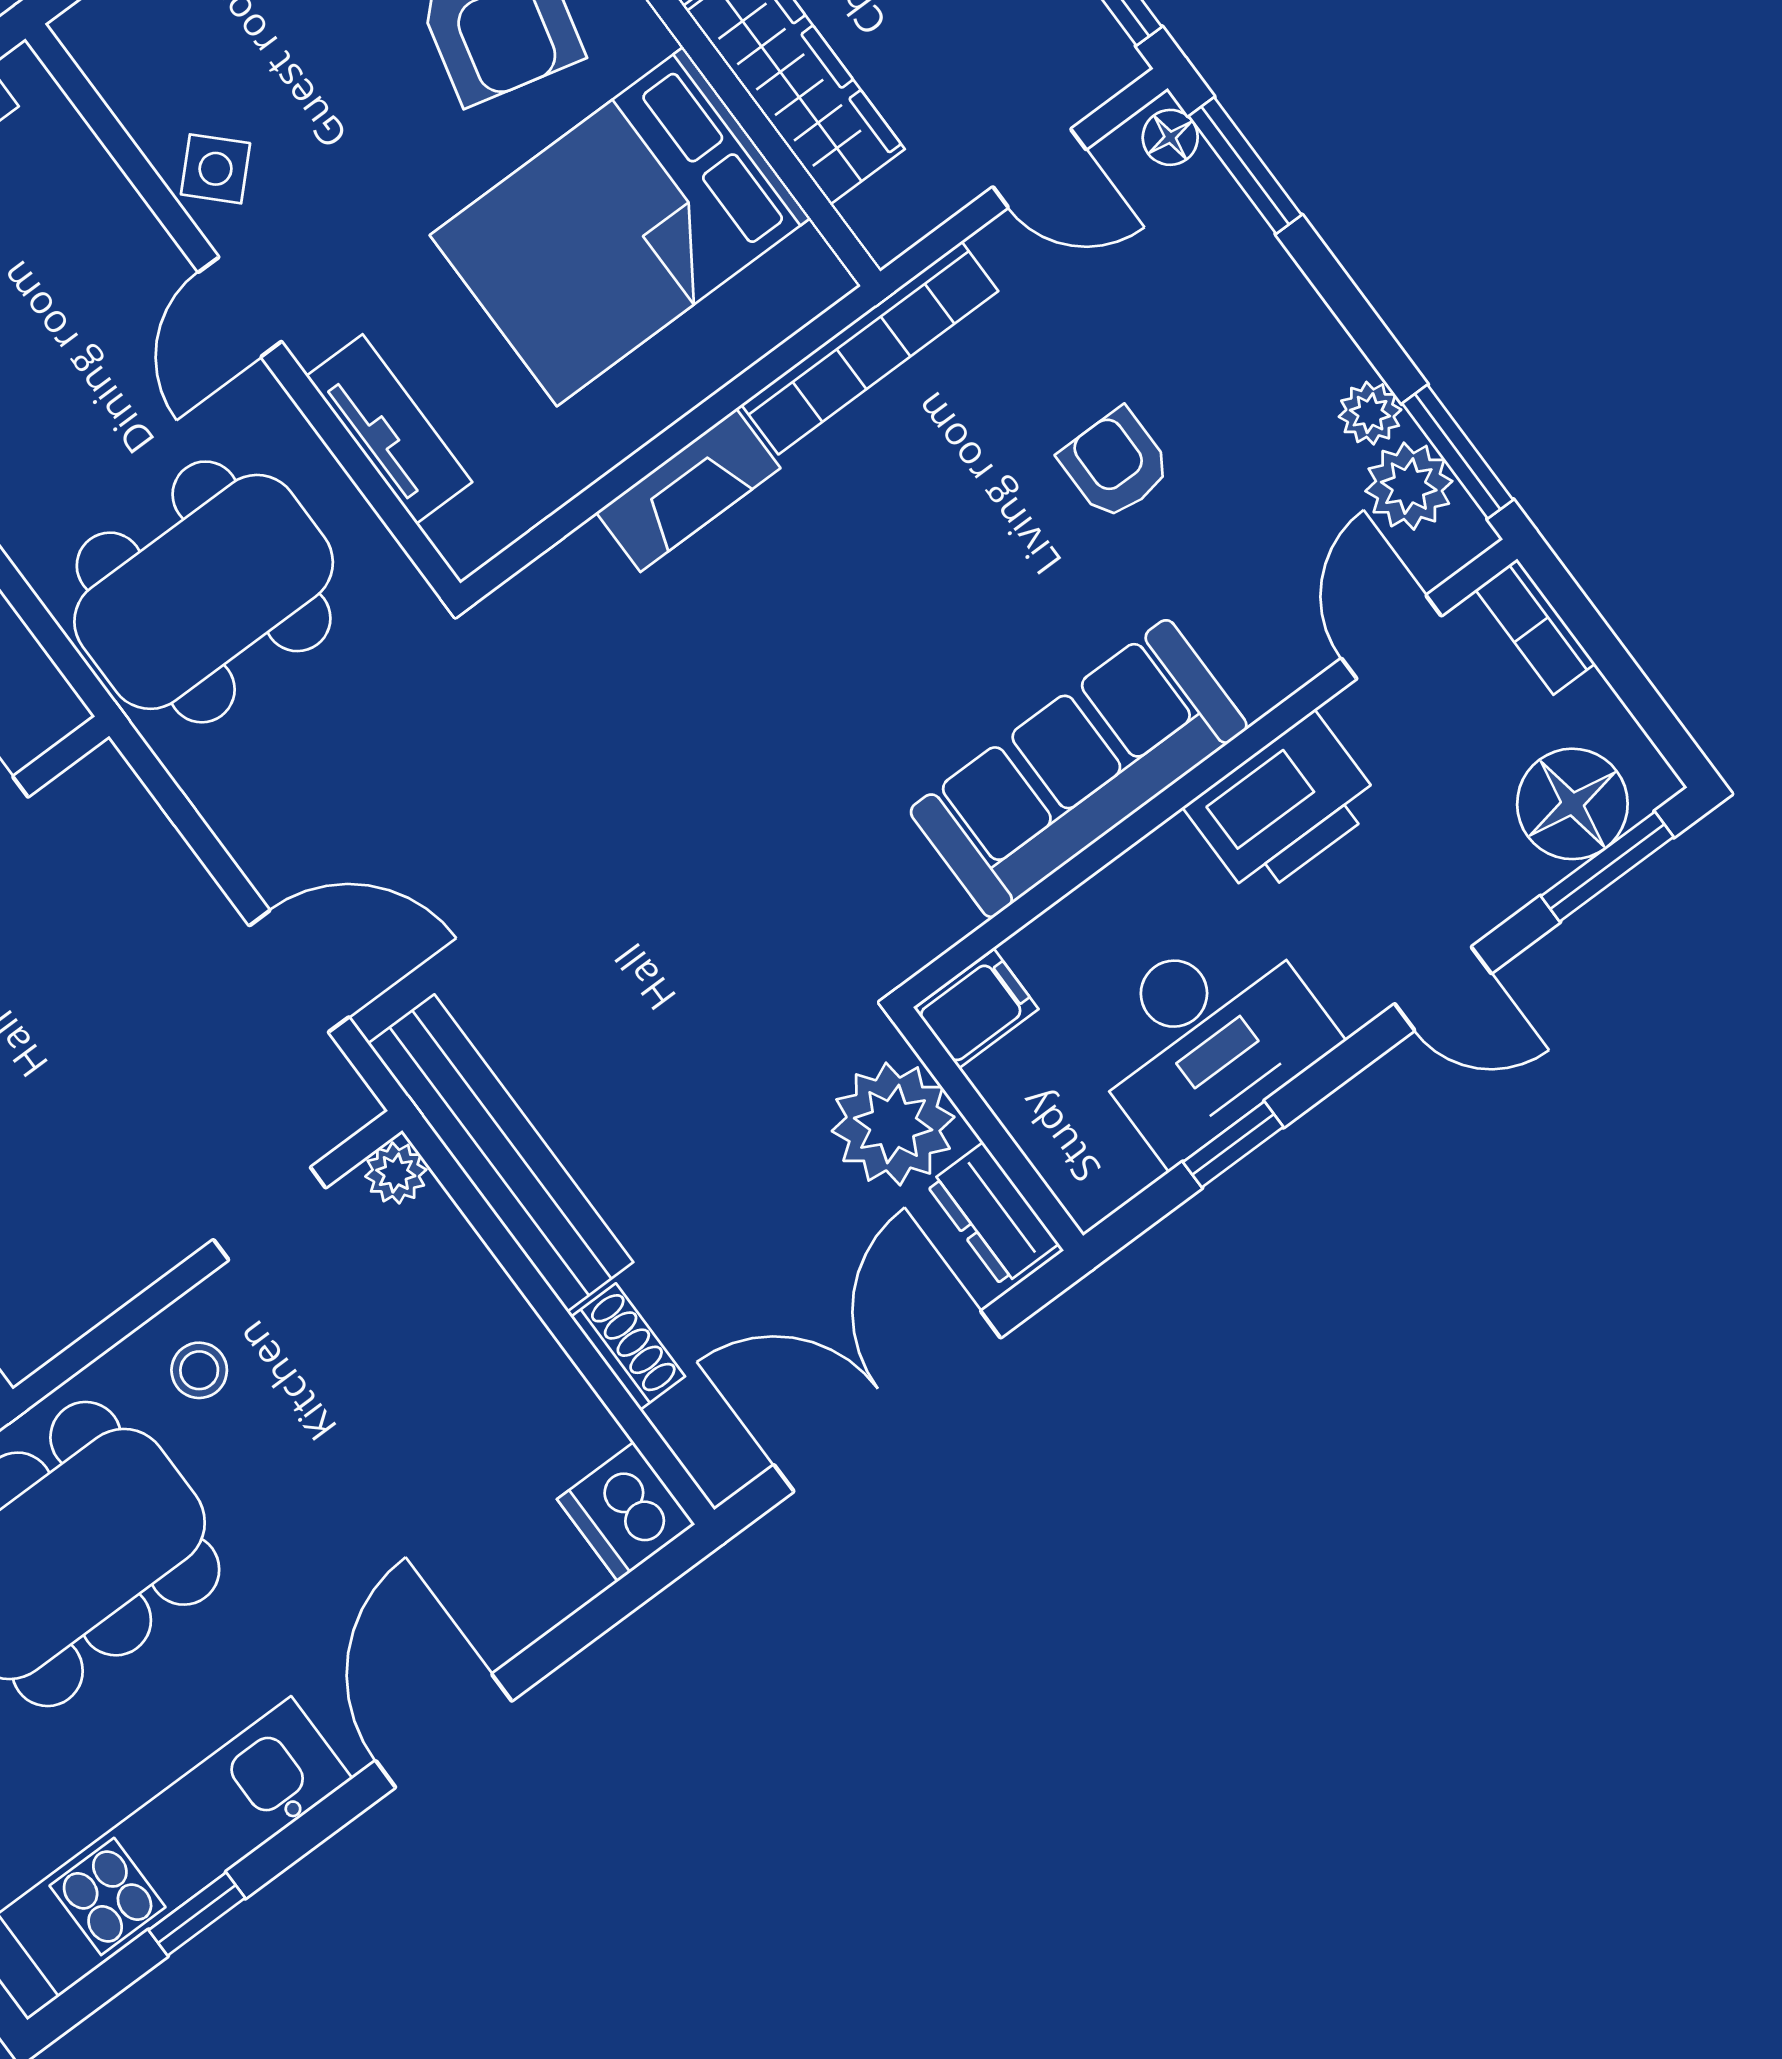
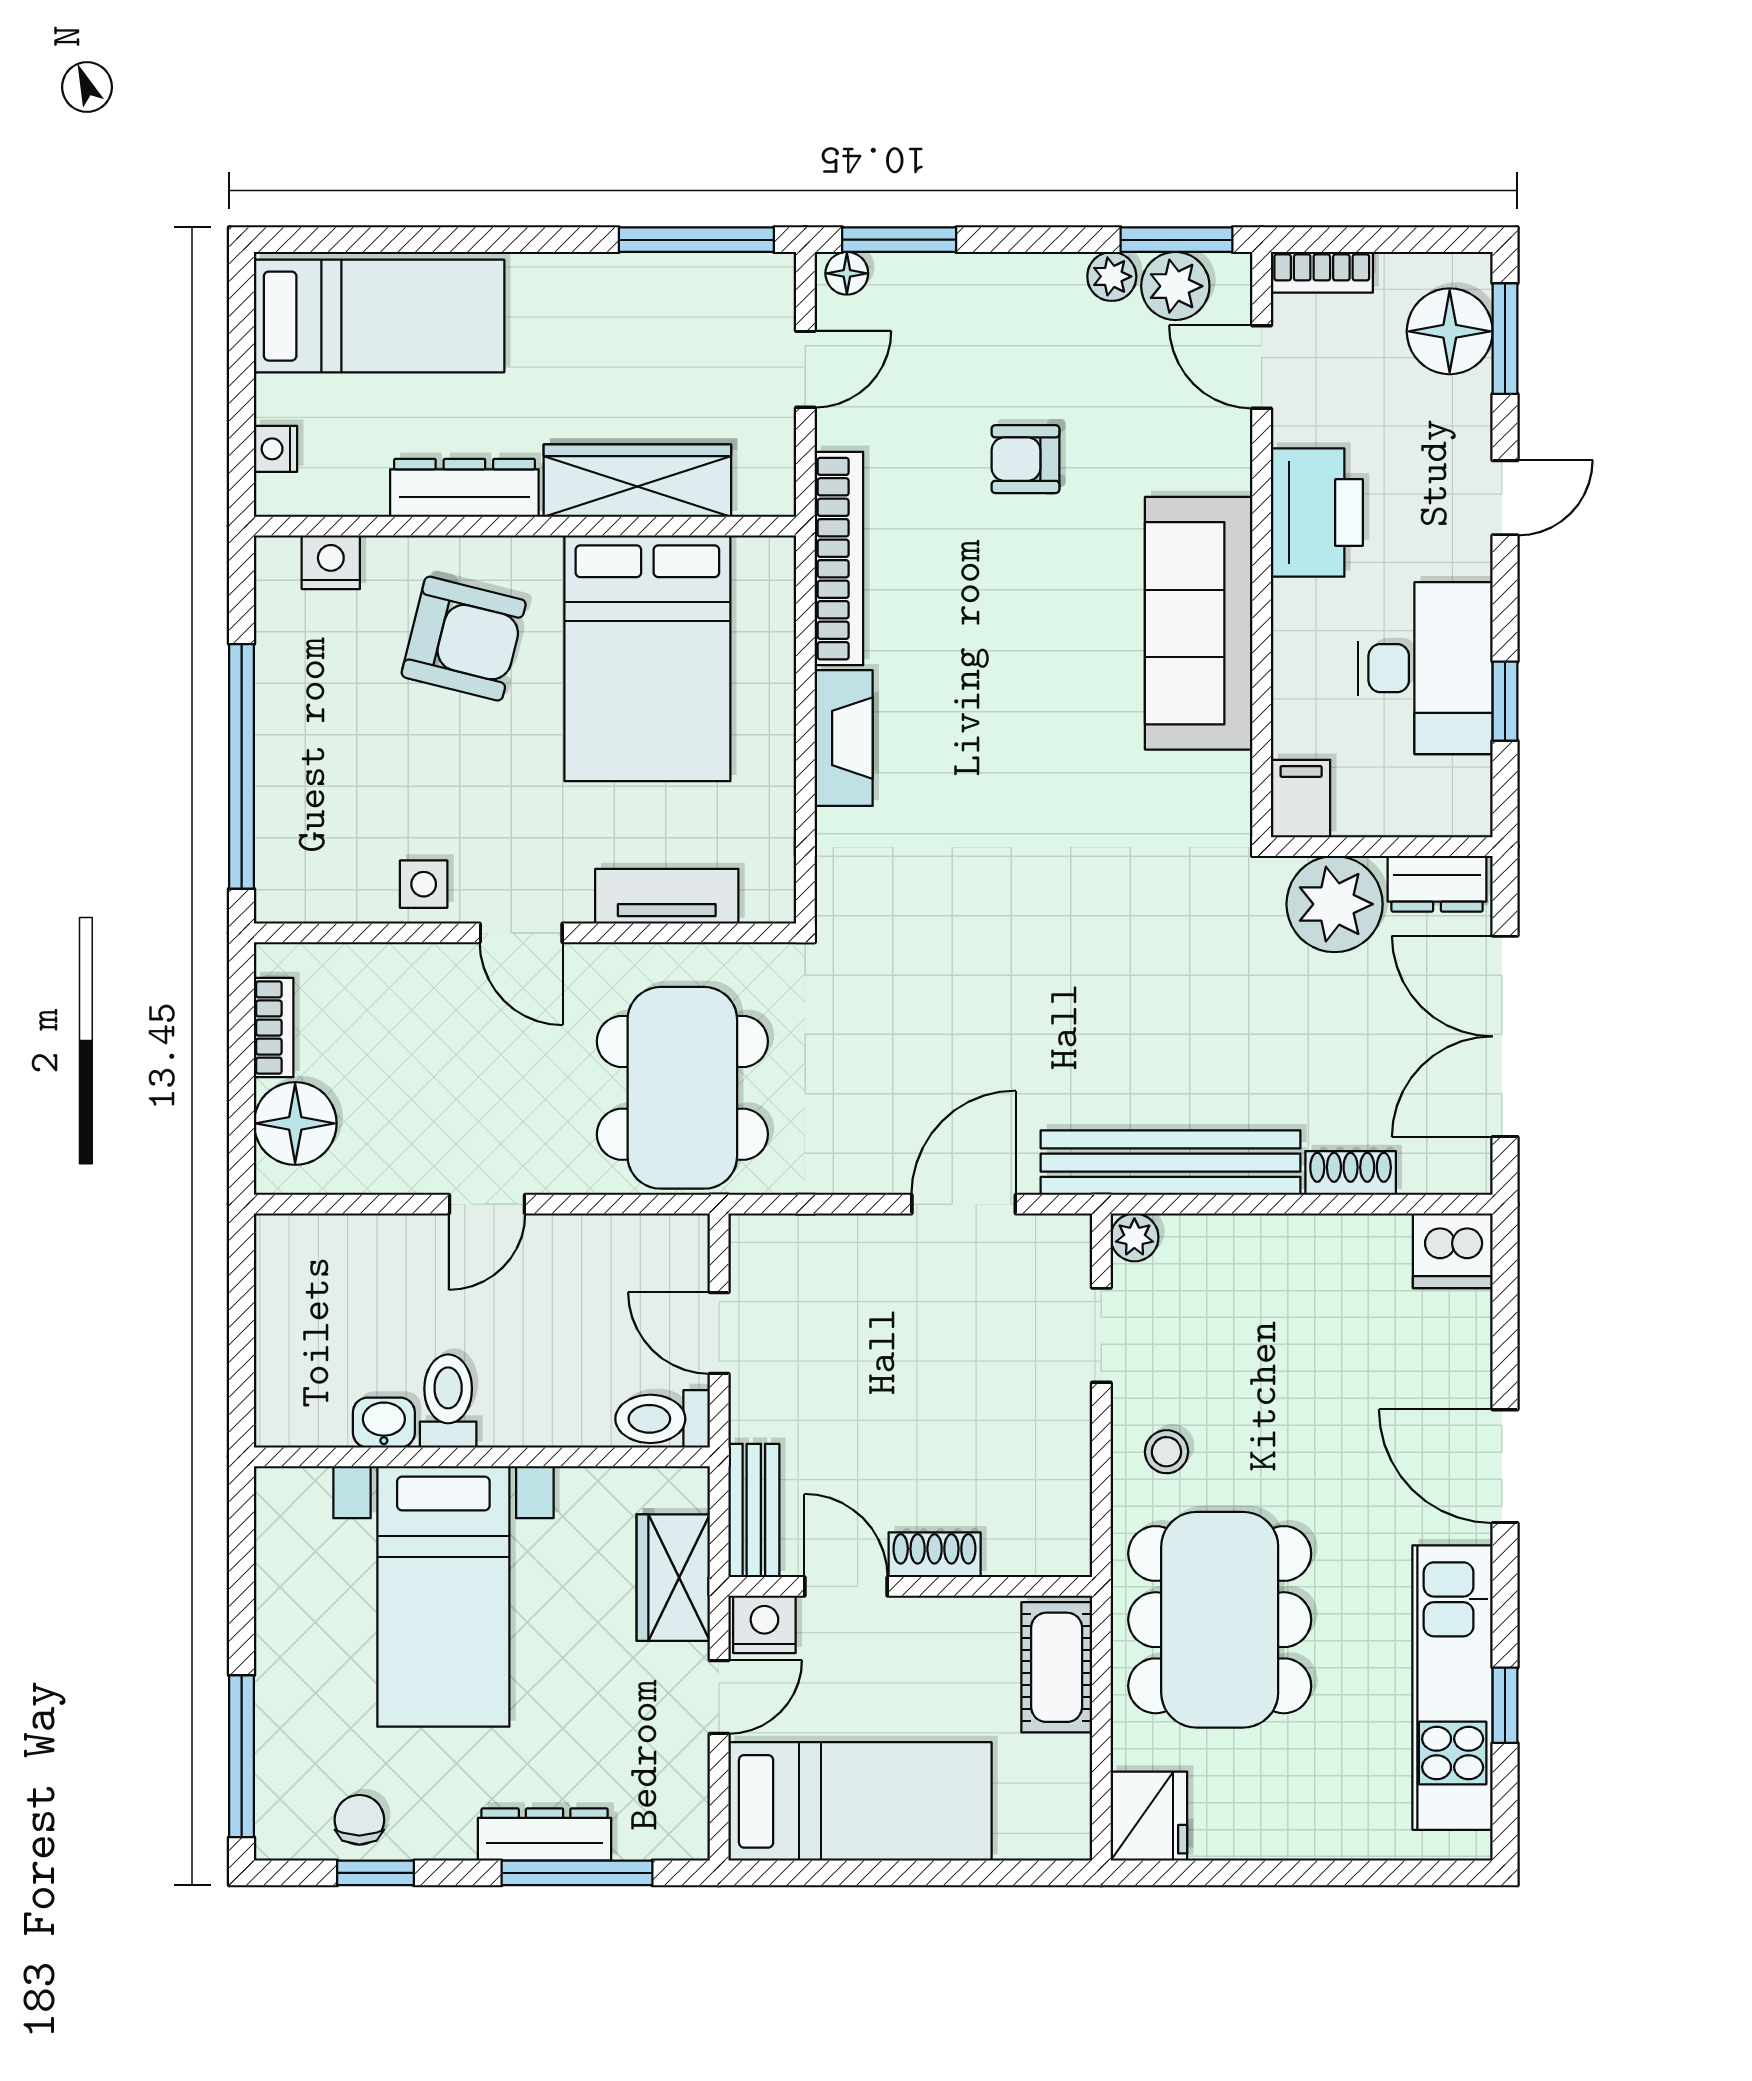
side table: (216, 169) -> (424, 884), turned 45

